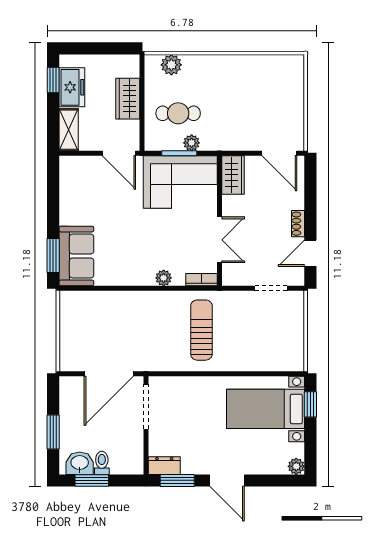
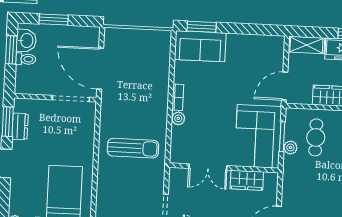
wardrobe: (233, 175) -> (247, 180), moved
bookcase: (201, 280) -> (178, 97), moved
dresser: (164, 466) -> (20, 126), moved

